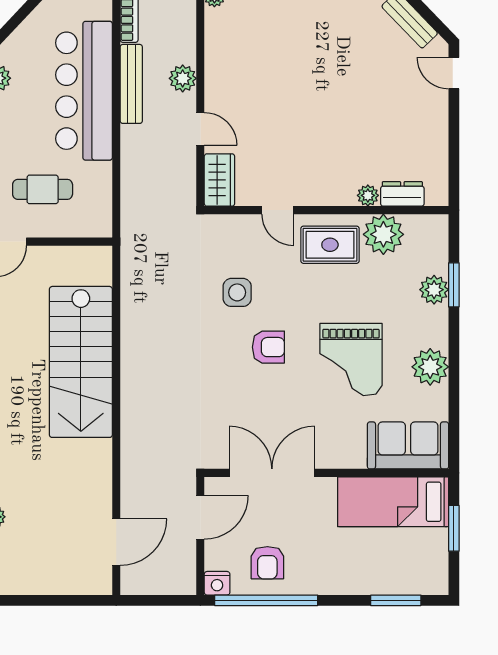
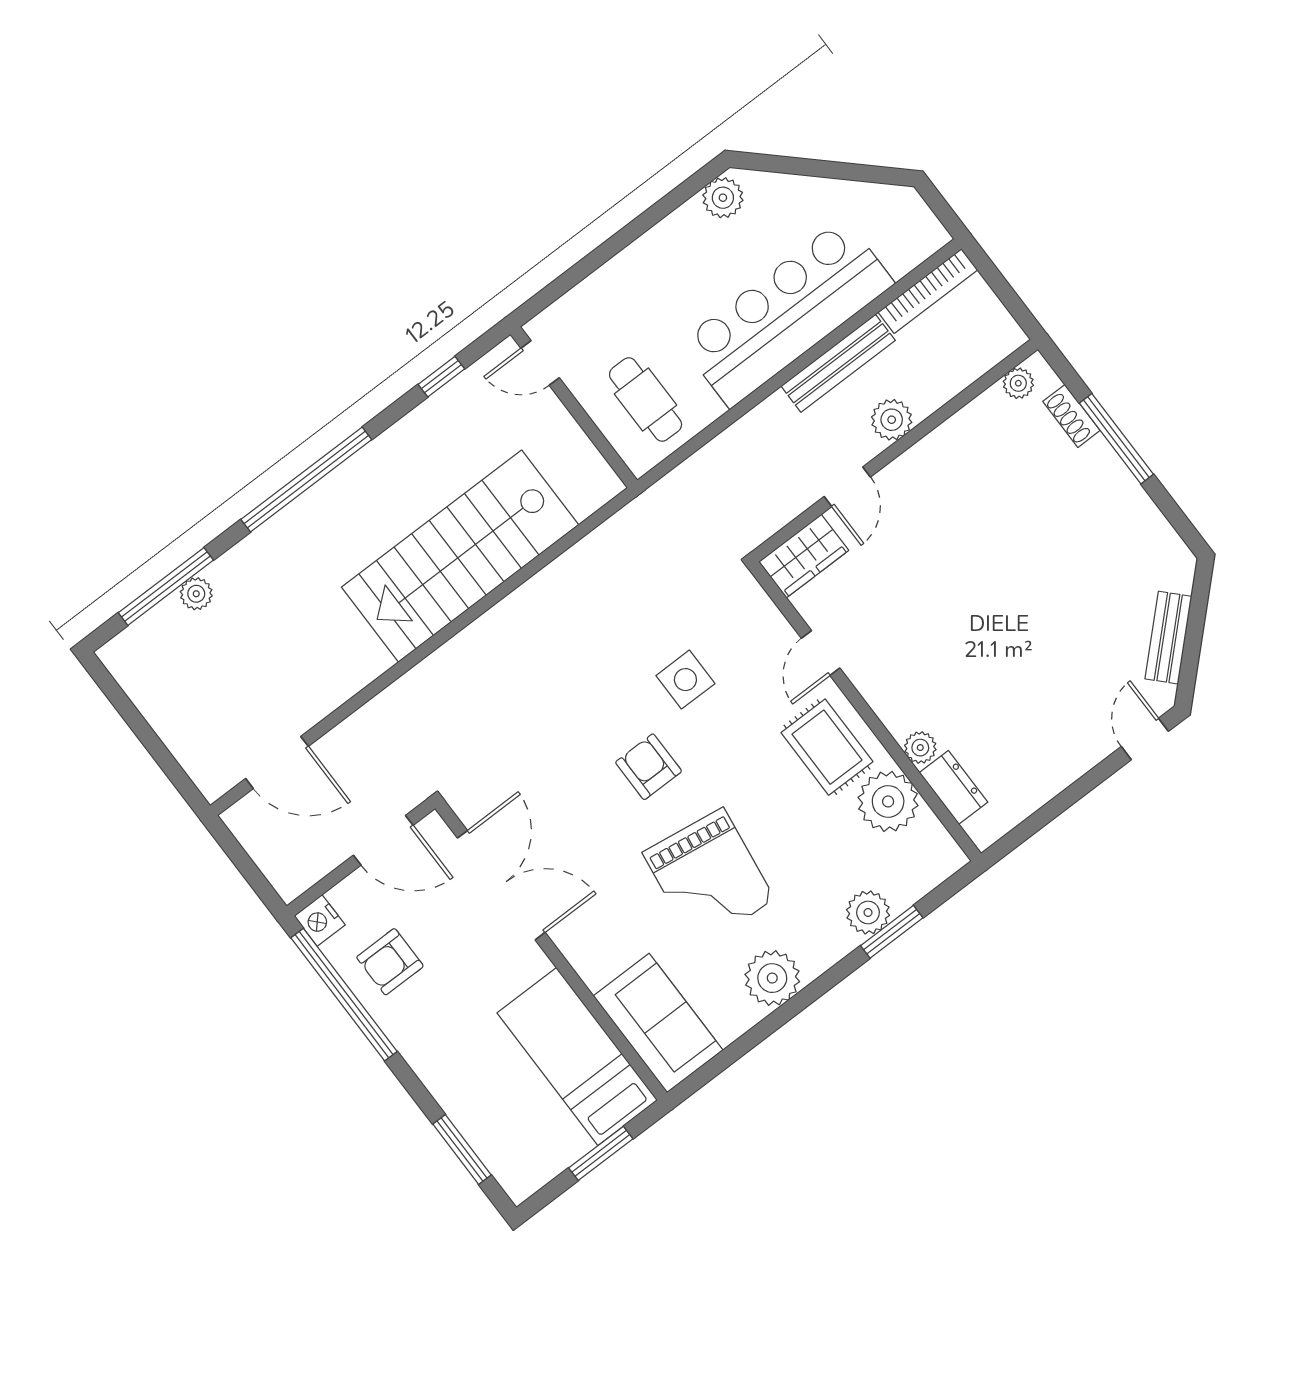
cafe table: (43, 189) -> (646, 399), moved
armchair: (268, 347) -> (649, 767), turned 180
grand piano: (351, 360) -> (709, 877), turned -82

